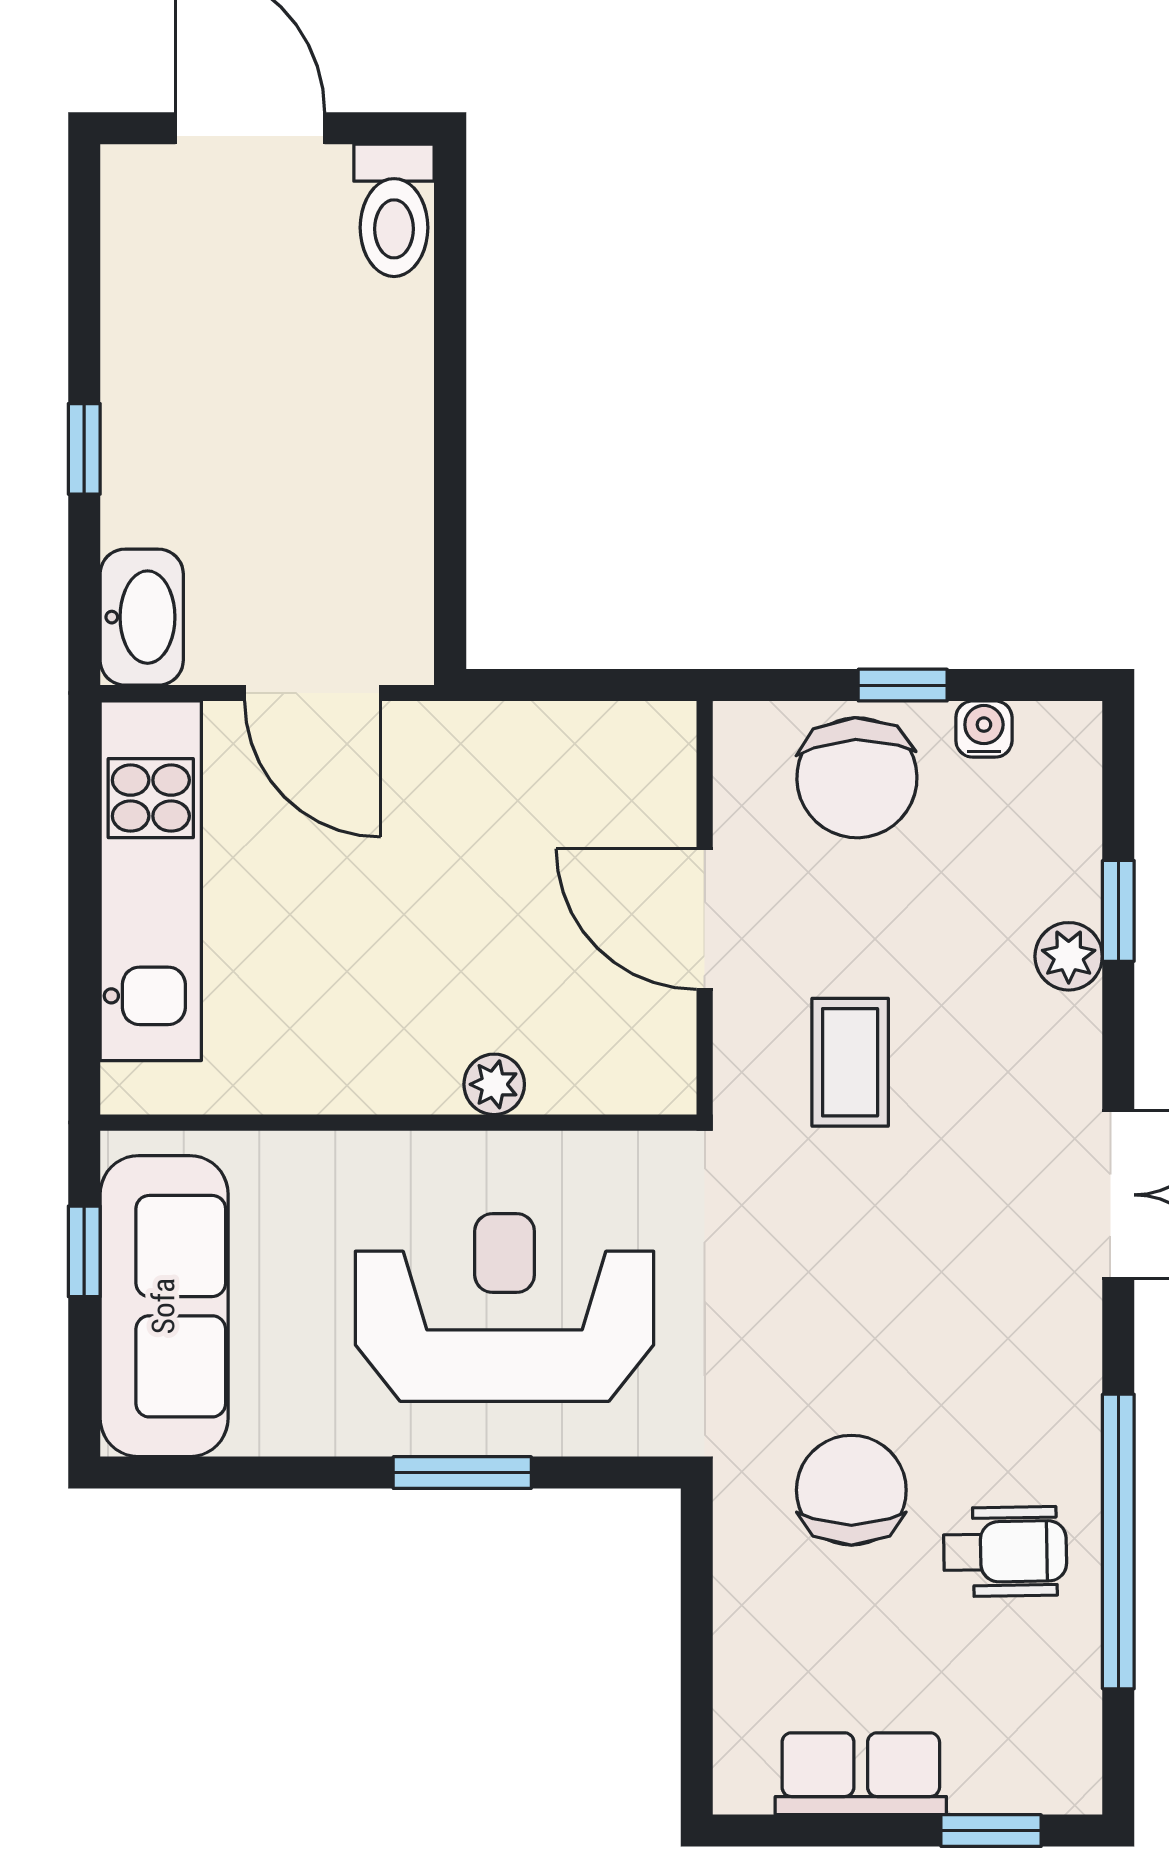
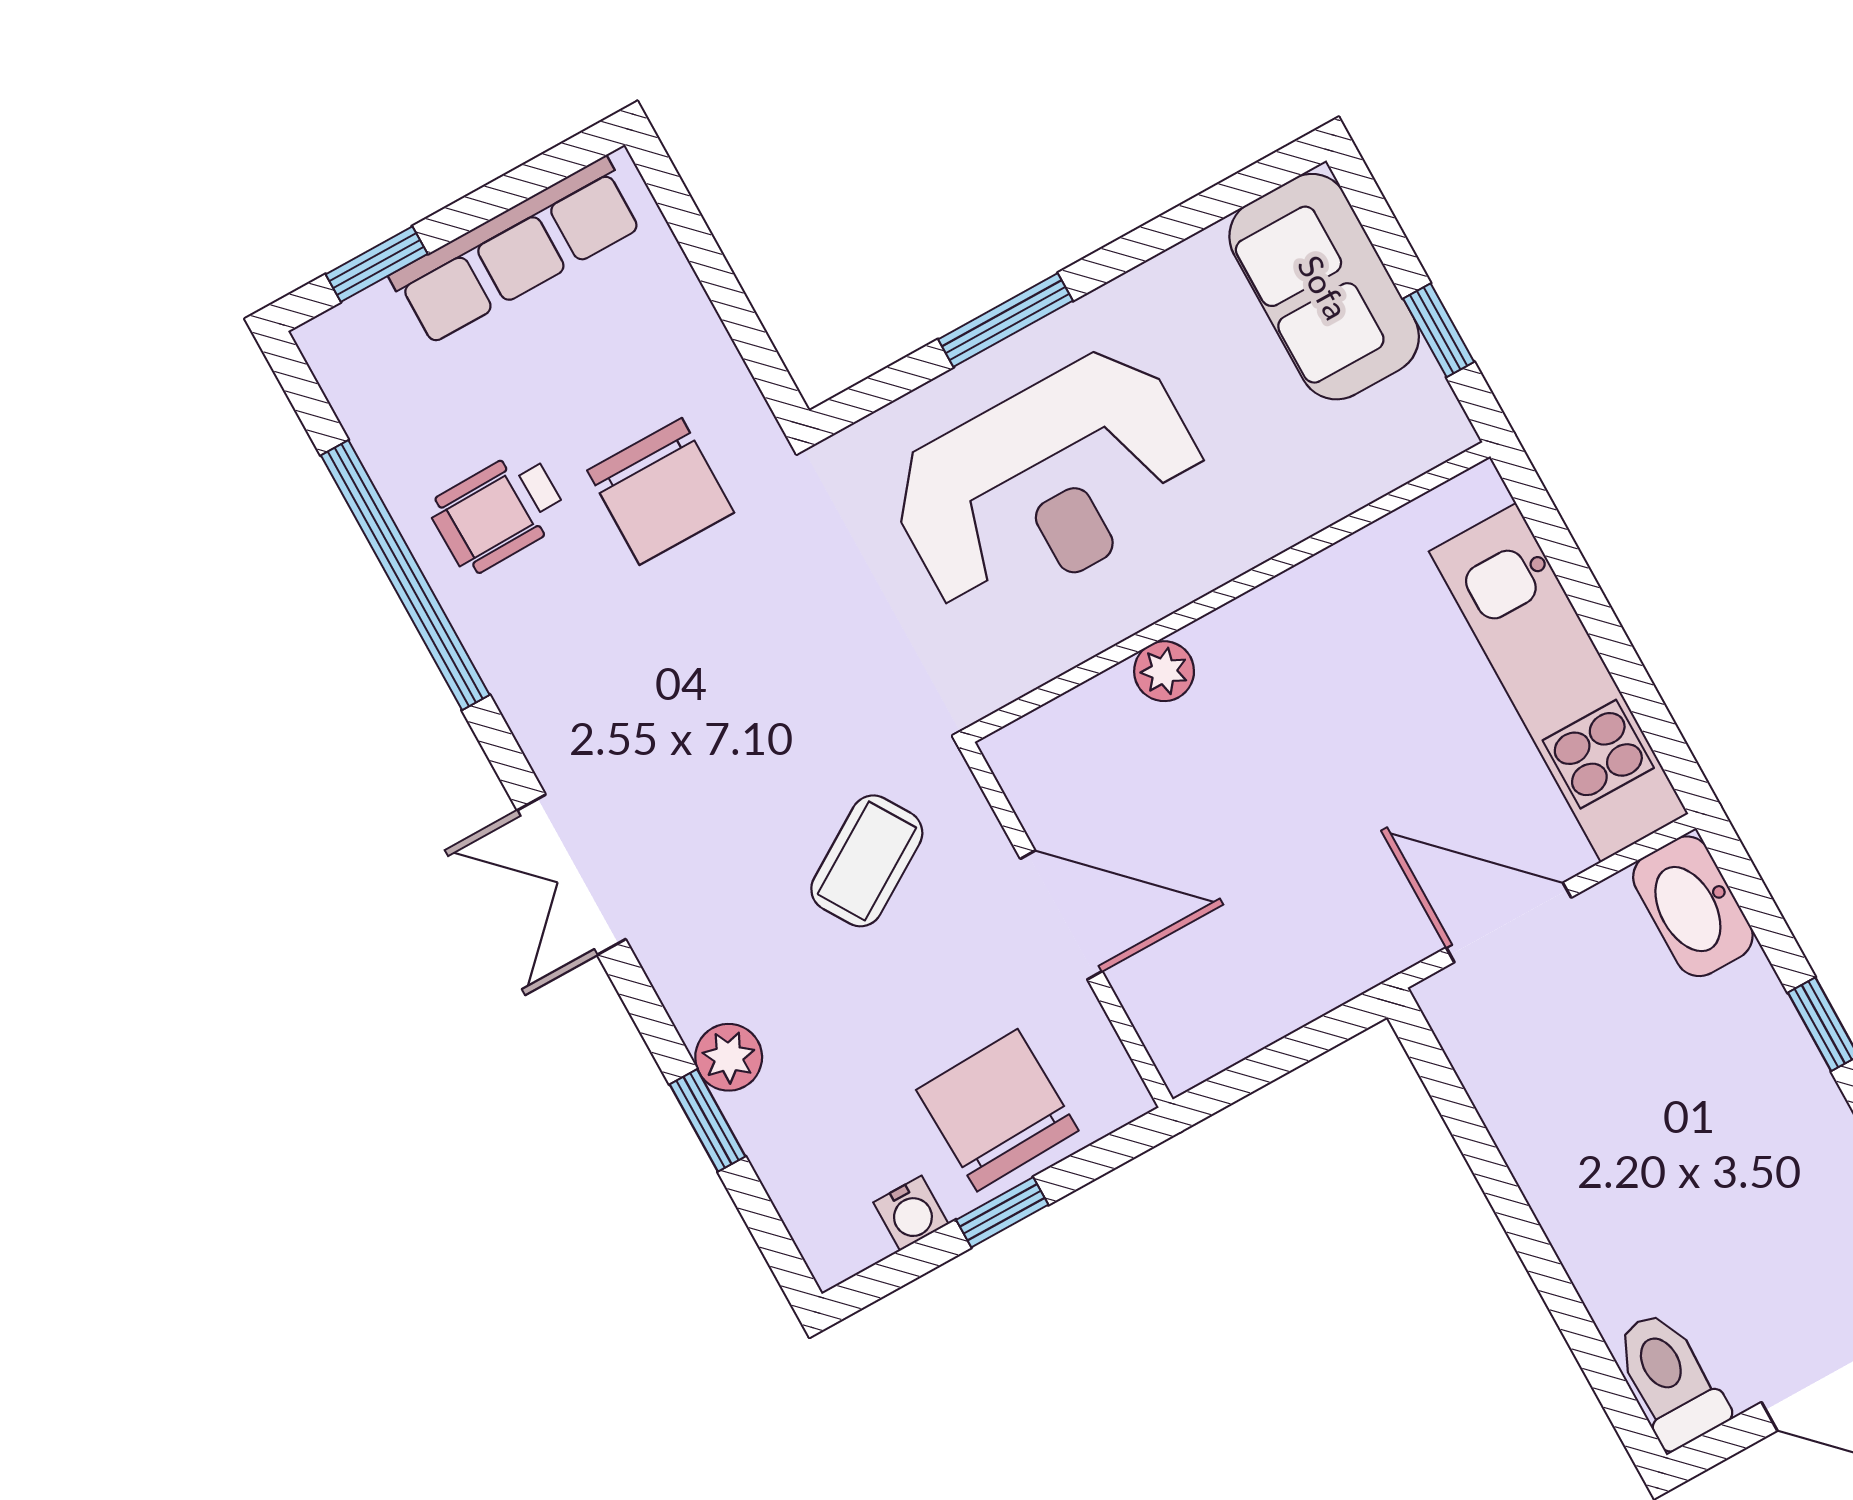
coffee table: (850, 1062) -> (867, 861), turned 58
sofa: (164, 1306) -> (1324, 287), width x0.73
row of seats: (861, 1774) -> (517, 251), width x1.48

